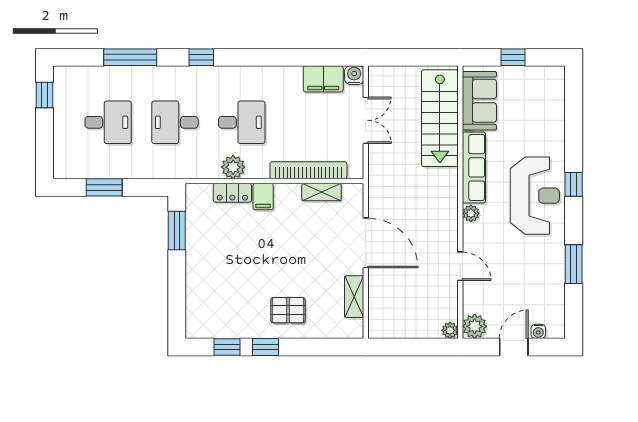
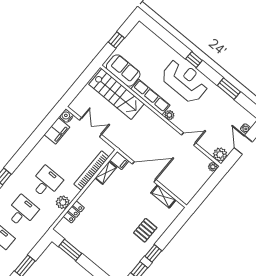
desk: (175, 122) -> (22, 212), turned 180
filing cabinet: (263, 197) -> (119, 161), moved

